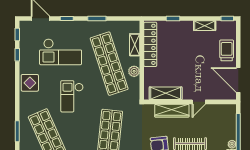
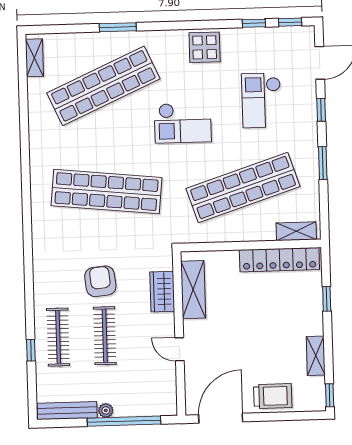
shelving: (135, 45) -> (296, 231), moved
checkout: (61, 52) -> (261, 100), width x0.73, depth x0.83
plant: (134, 71) -> (231, 232), removed
checkout: (72, 96) -> (183, 123), turned 180
wardrobe: (172, 111) -> (162, 292), width x0.67

